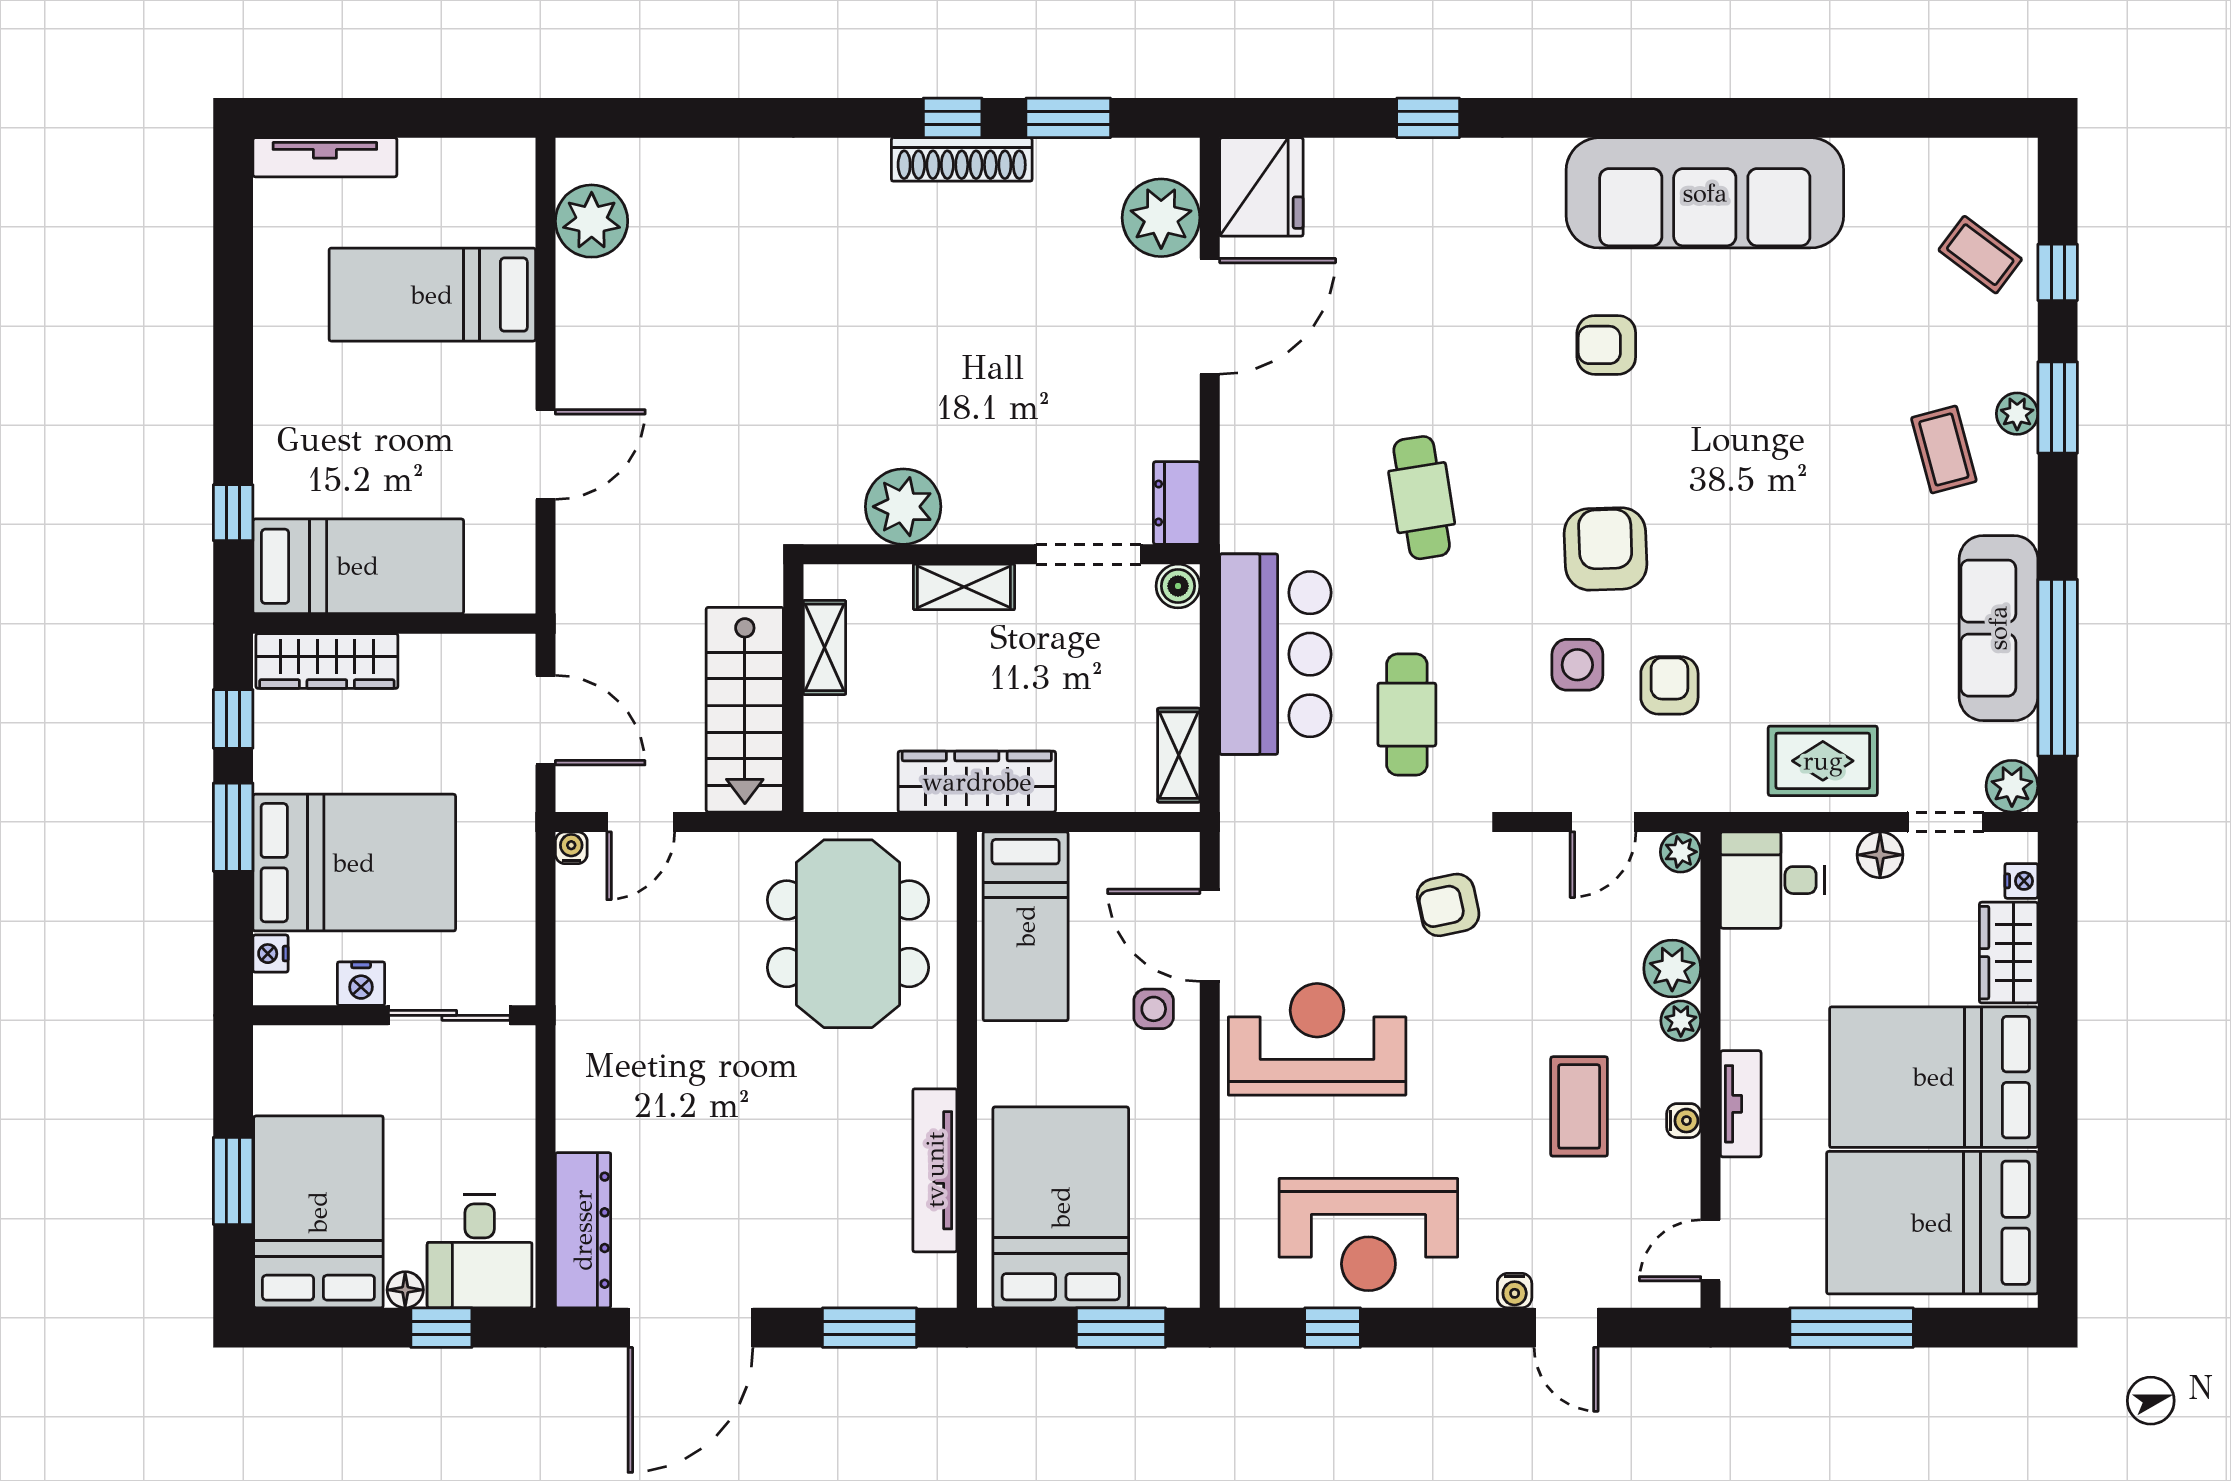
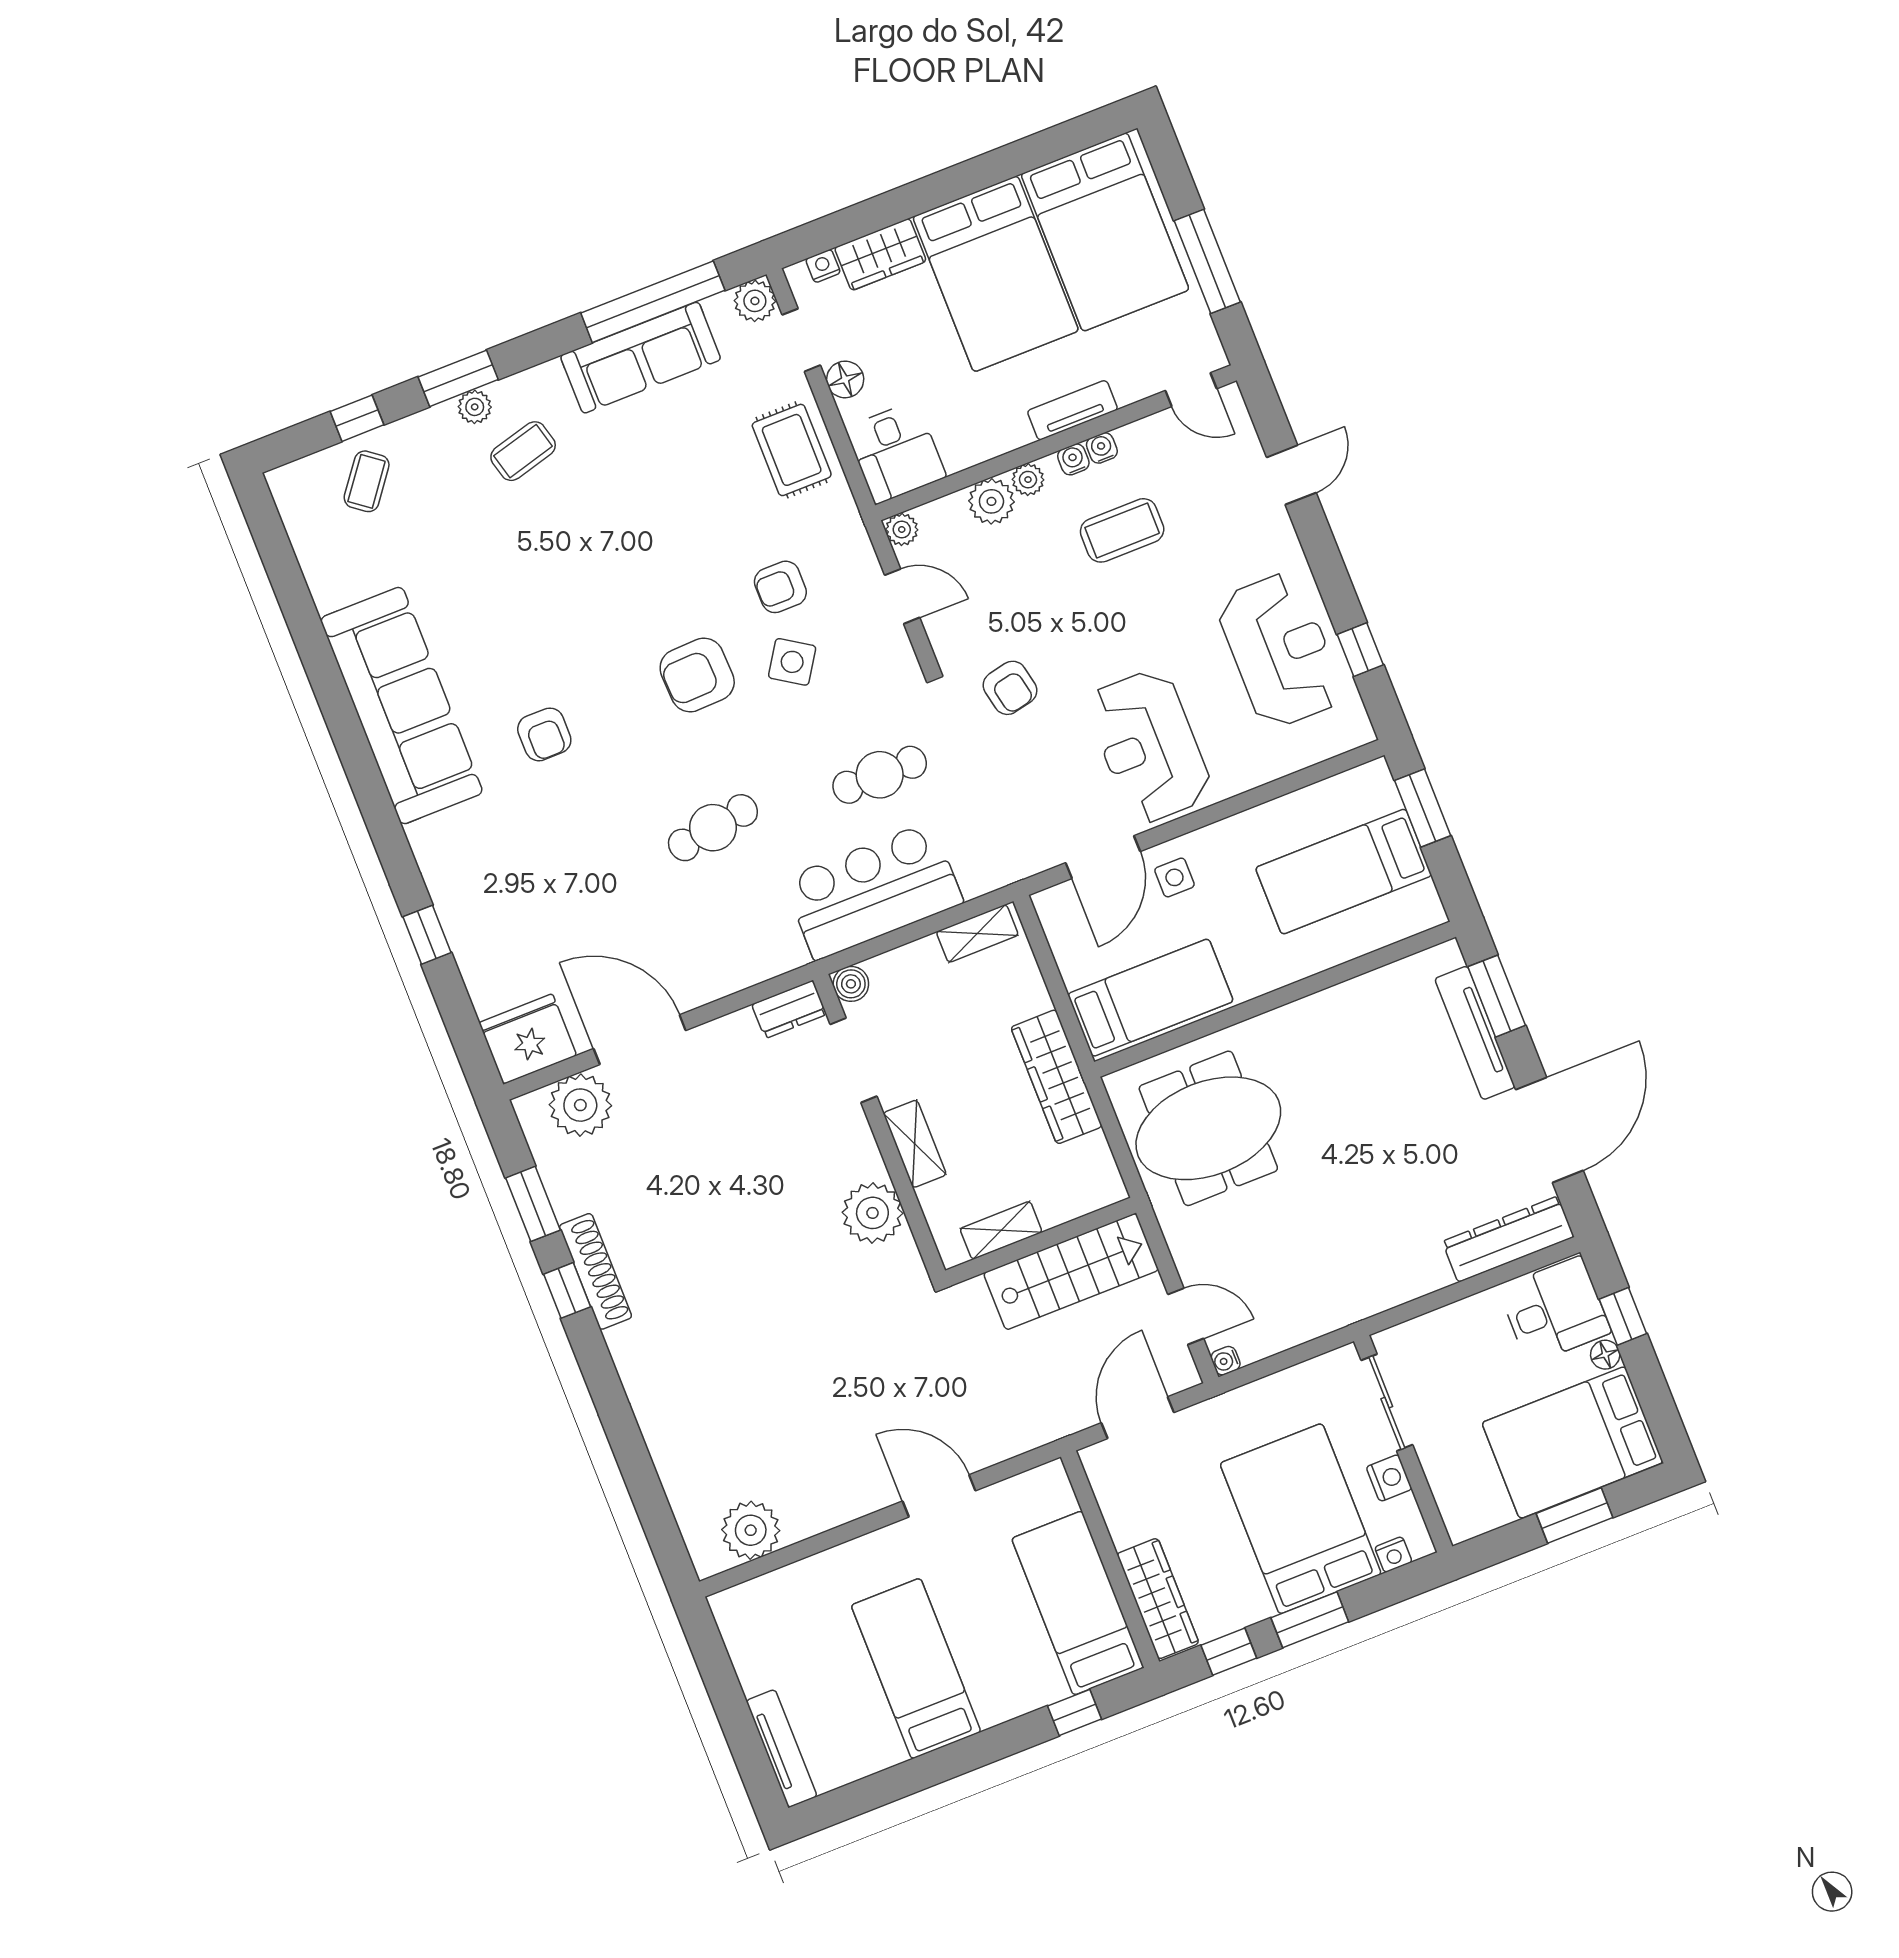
bed: (432, 295) -> (916, 1669), moved, turned 180
side table: (1577, 665) -> (792, 662), turned 33
tv unit: (935, 1170) -> (1475, 1033), moved, turned 90
bed: (1061, 1207) -> (1344, 872), width x0.67
water cooler: (1515, 1291) -> (1073, 459), moved, turned -90
door: (691, 1328) -> (1549, 1130), hinge flipped

